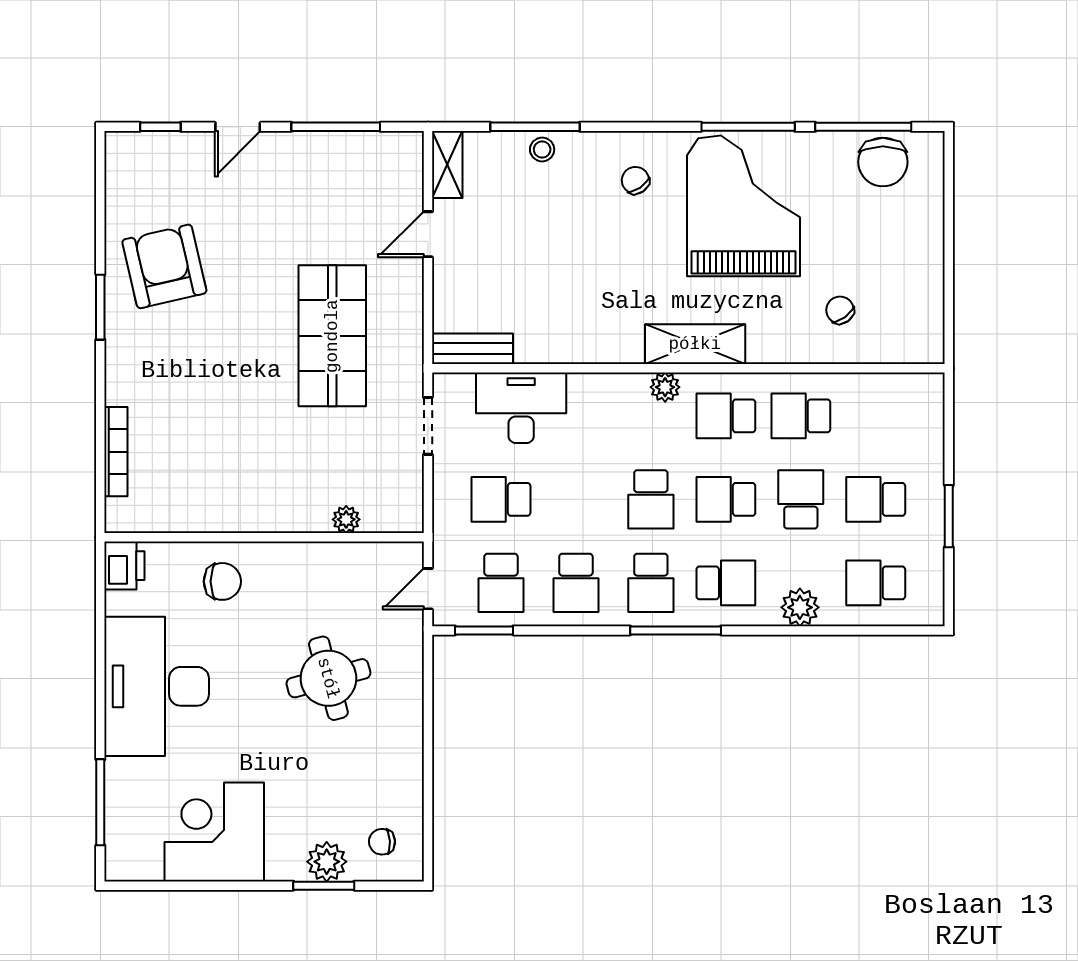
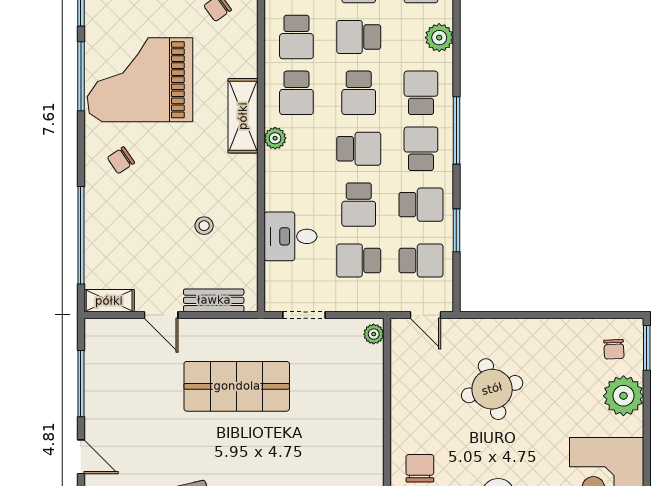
window: (535, 127) -> (81, 235), width x1.46
stool: (542, 149) -> (204, 226), moved
bench: (472, 349) -> (214, 300), moved, turned 90
desk: (521, 408) -> (290, 236), width x0.73
school desk: (501, 499) -> (359, 261), turned 90
school desk: (576, 499) -> (359, 205), added
plant: (346, 519) -> (374, 334), moved
school desk: (651, 583) -> (421, 149), turned -90
window: (484, 630) -> (456, 230), moved
plant: (327, 862) -> (623, 396), width x1.36, depth x1.36
window: (324, 886) -> (647, 348), moved

